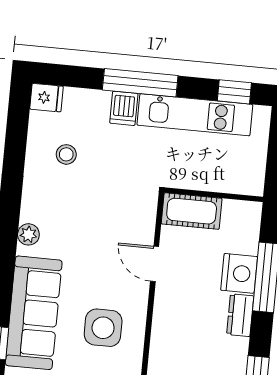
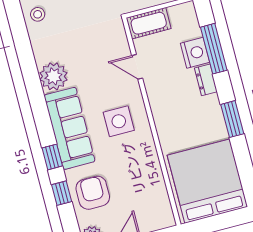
stool: (66, 154) -> (38, 14), moved
plant: (28, 234) -> (53, 76), width x1.88, depth x1.88

